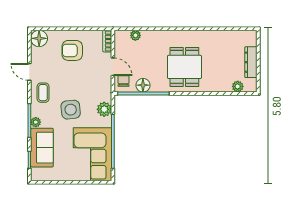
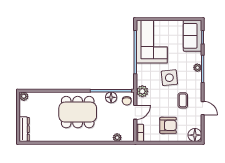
dresser: (251, 62) -> (24, 129), moved
door: (113, 67) -> (135, 112), swing flipped
dining table: (184, 67) -> (78, 112), width x1.38
plant: (238, 86) -> (24, 96), moved
coffee table: (43, 93) -> (183, 100), moved
plant: (104, 109) -> (142, 91), moved
sofa: (42, 148) -> (193, 36), moved

